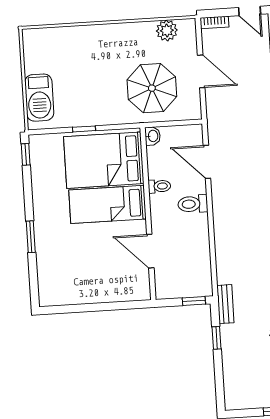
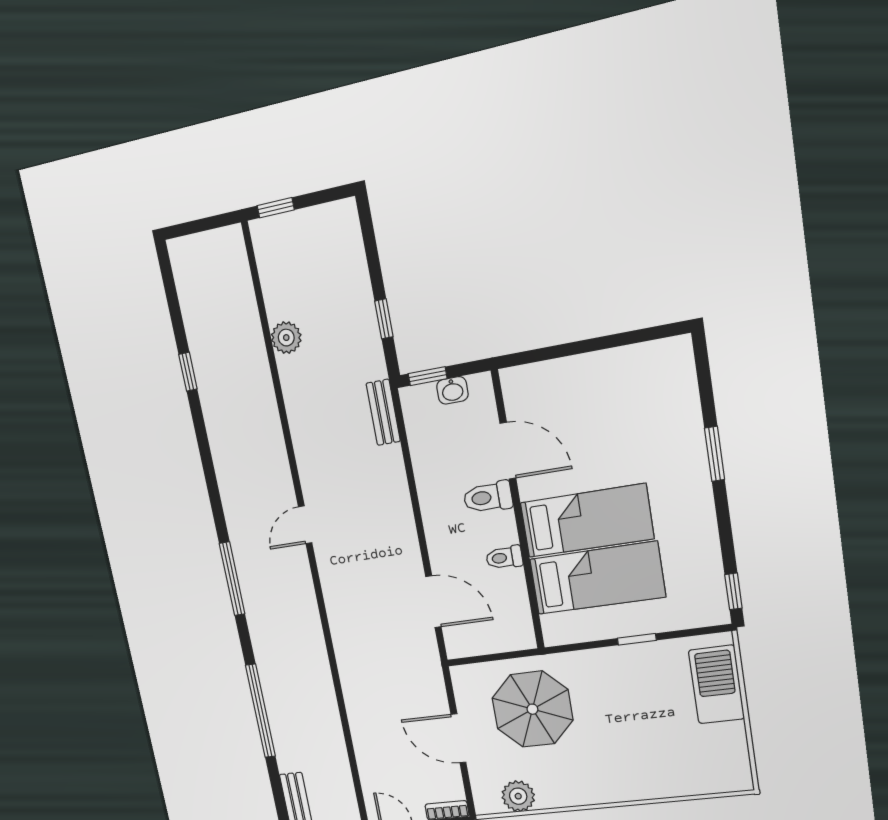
washbasin: (153, 136) -> (452, 390), moved, turned -90
bed: (104, 160) -> (597, 578), width x0.67
toilet: (193, 204) -> (488, 497), moved, turned 180
bench: (225, 304) -> (383, 412), moved

